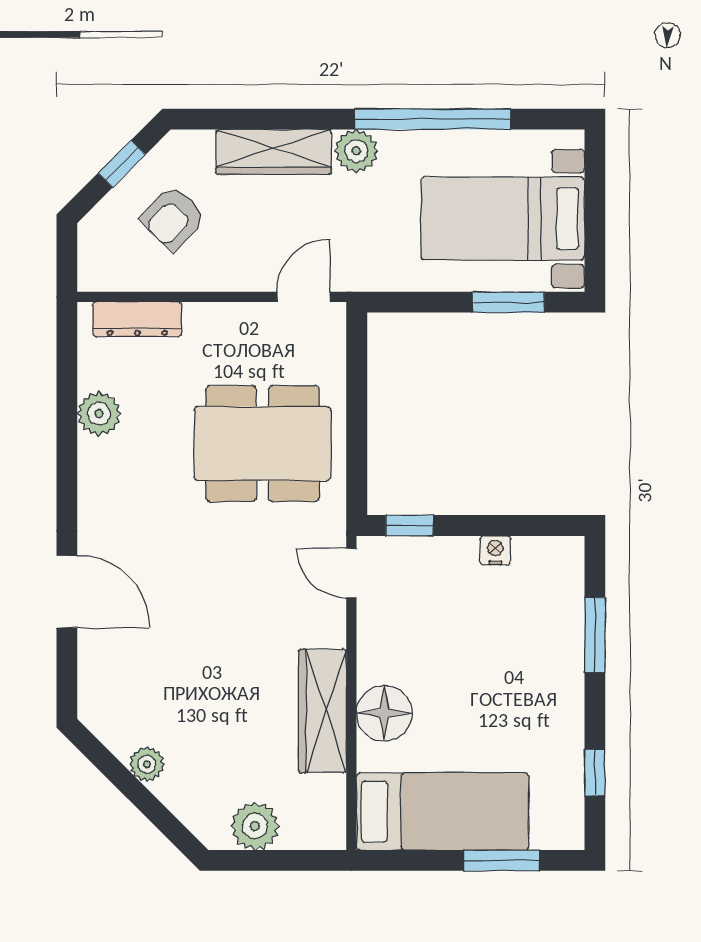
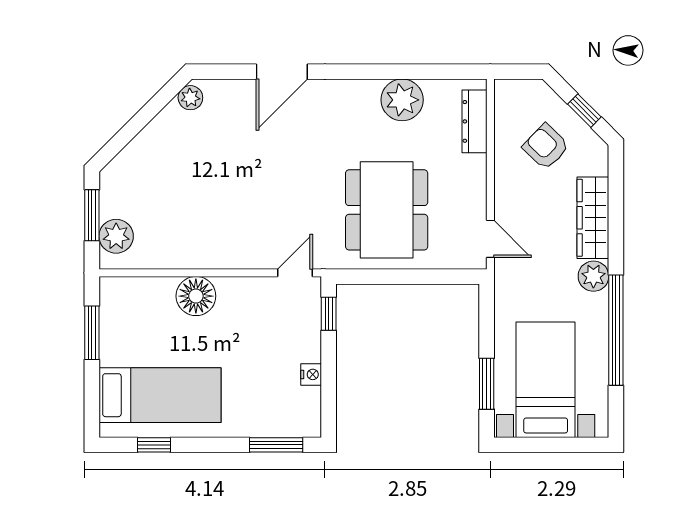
plant: (99, 414) -> (402, 100), width x1.36, depth x1.36
window: (595, 635) -> (276, 445), moved
wardrobe: (323, 711) -> (198, 252), removed
plant: (147, 764) -> (190, 98), moved
bed: (442, 811) -> (160, 395), moved, turned -90
plant: (255, 826) -> (116, 236), moved
window: (270, 860) -> (92, 215), added
window: (502, 860) -> (92, 333), moved

